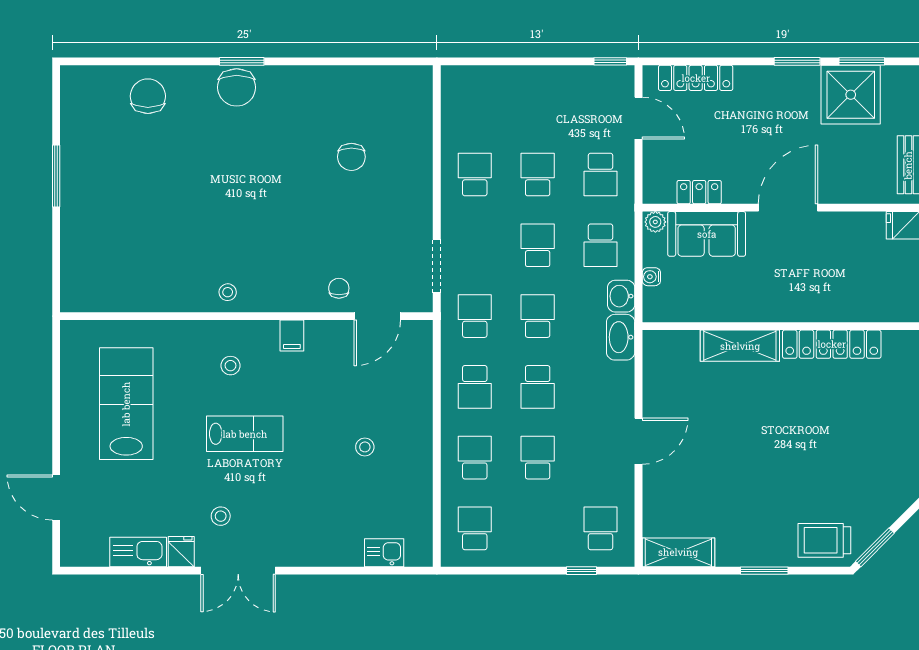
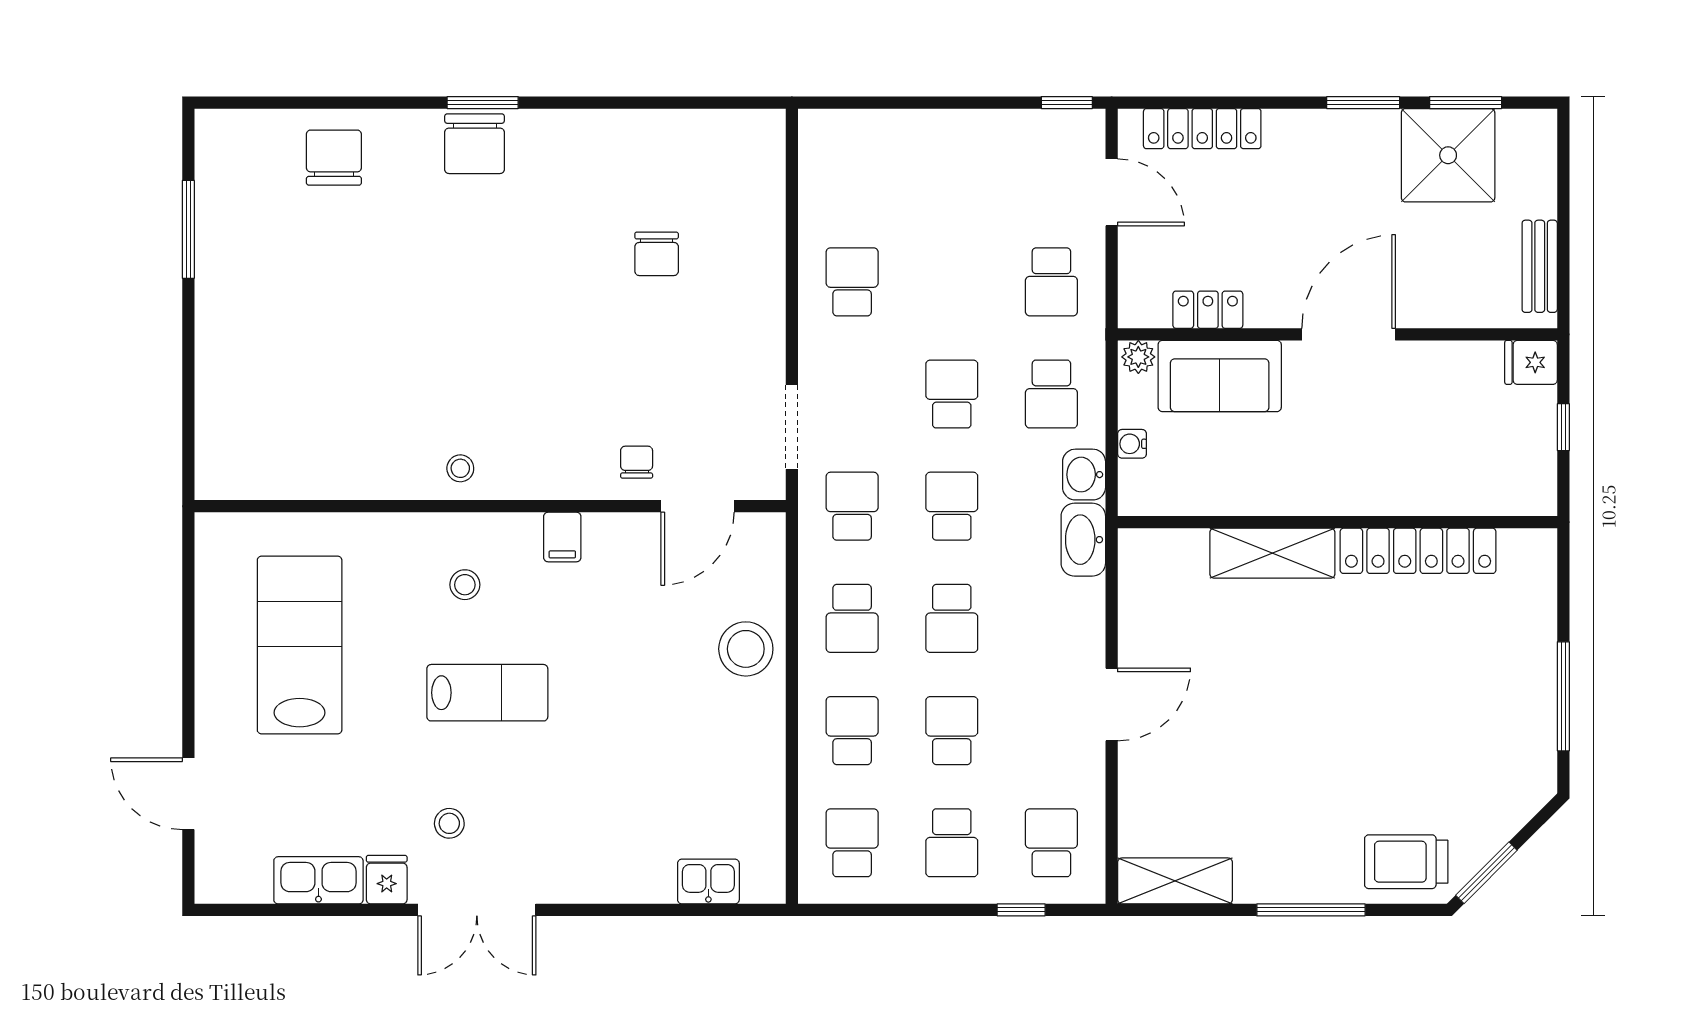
school desk: (538, 175) -> (952, 843), moved, turned 180
window: (56, 176) -> (188, 229), moved
stool: (365, 447) -> (746, 649), moved, width x1.89, depth x1.89
window: (764, 571) -> (1311, 910), width x1.44

